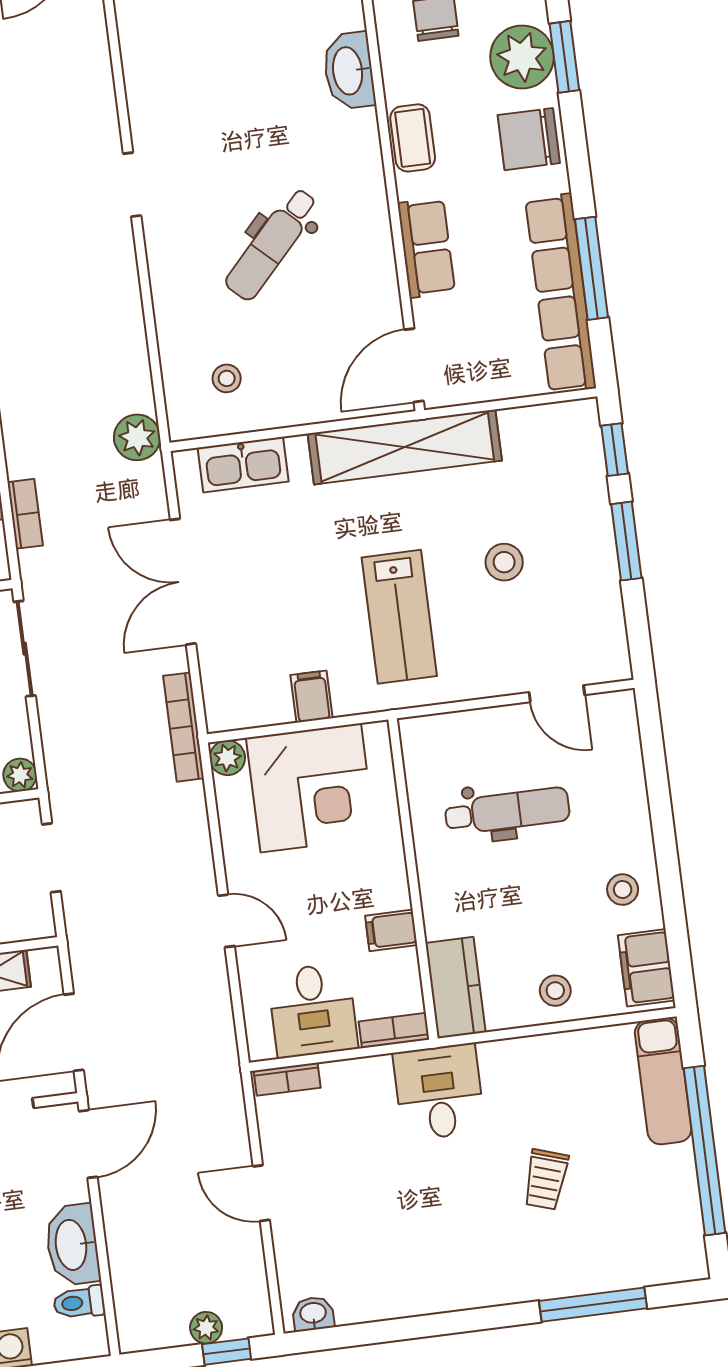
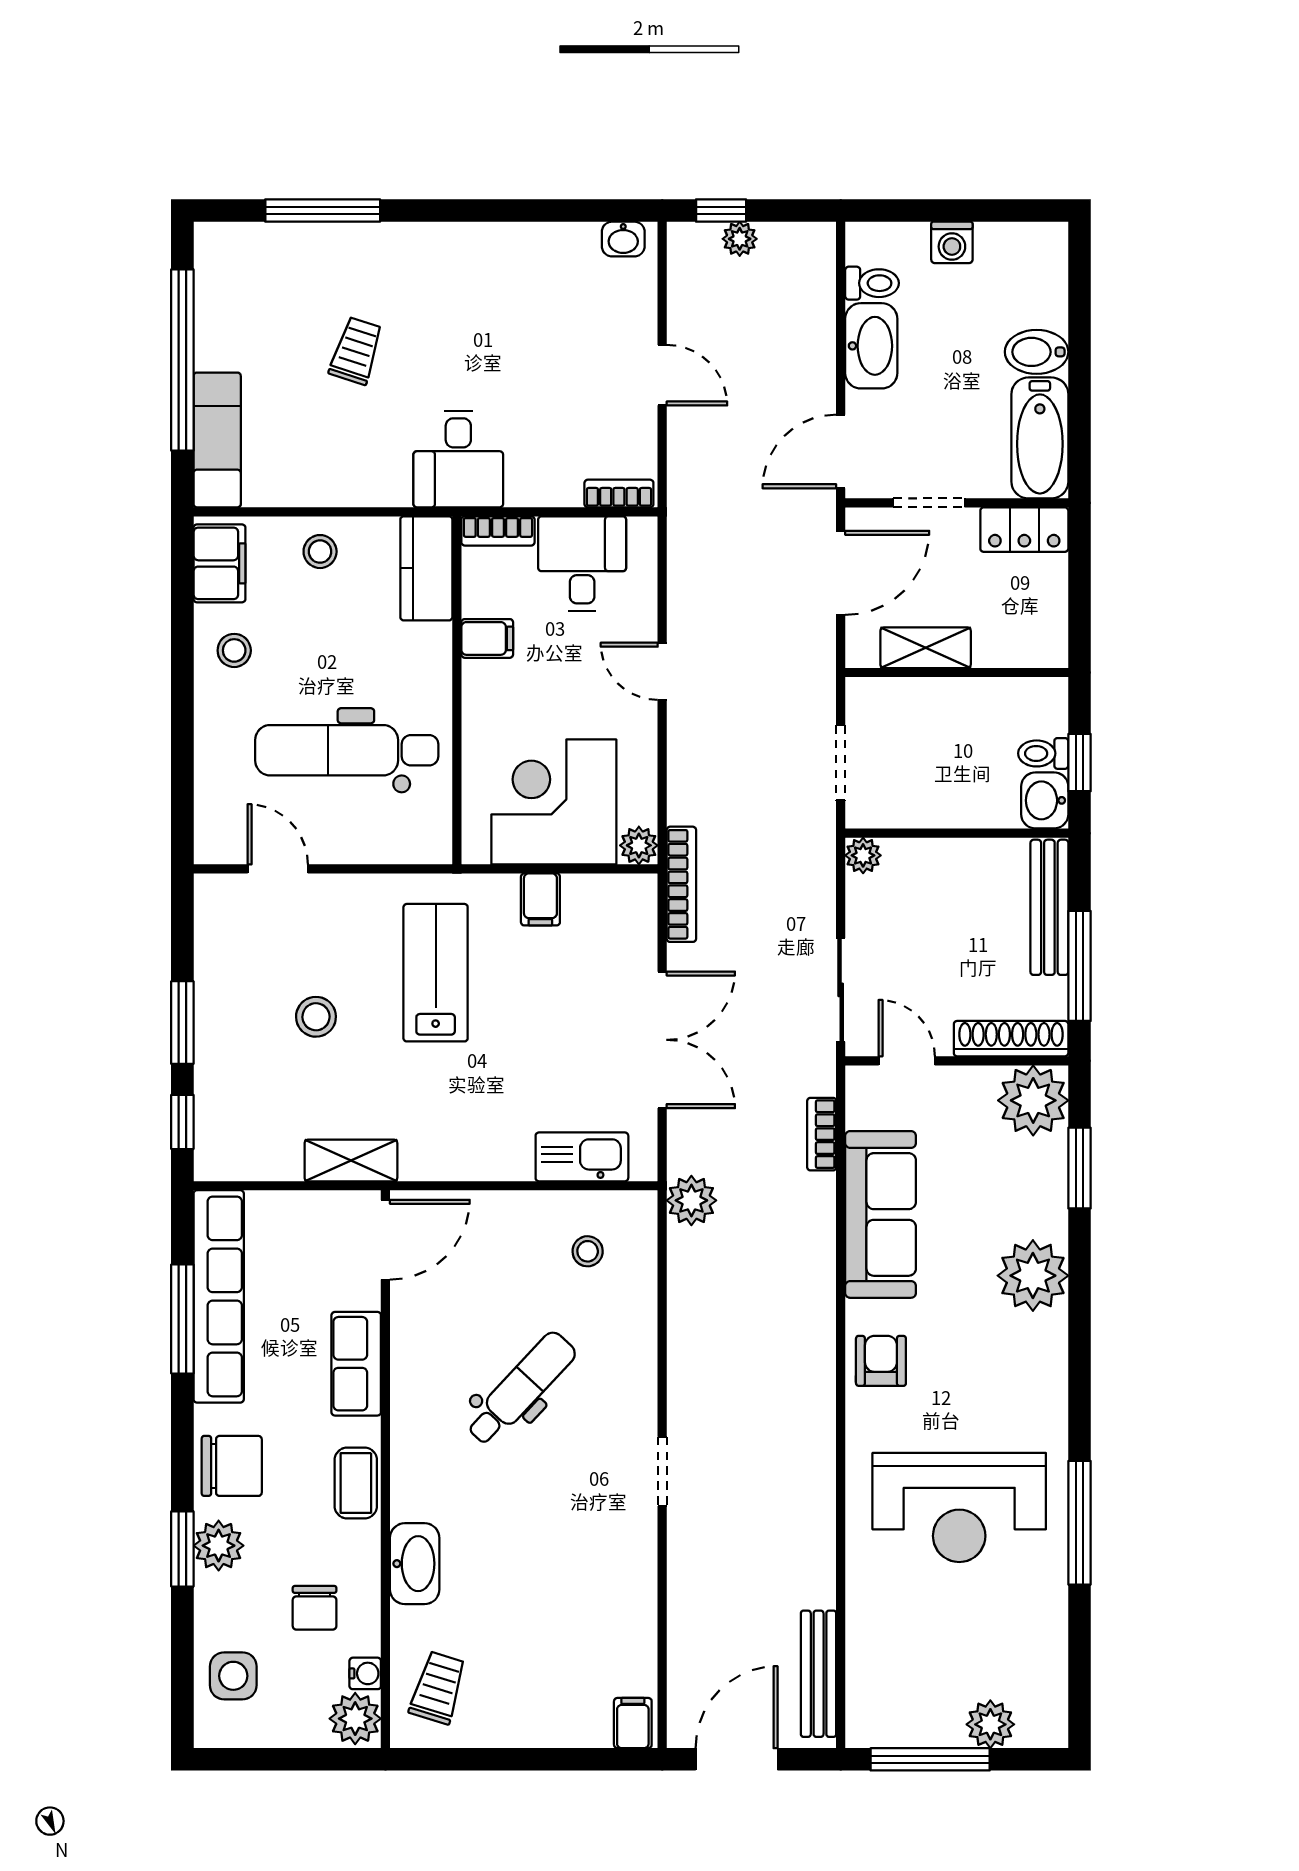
plant: (522, 57) -> (219, 1546), width x0.73, depth x0.73
shelving: (405, 447) -> (351, 1160), width x0.45, depth x0.75
dental chair: (507, 811) -> (347, 750), width x1.36, depth x1.38

